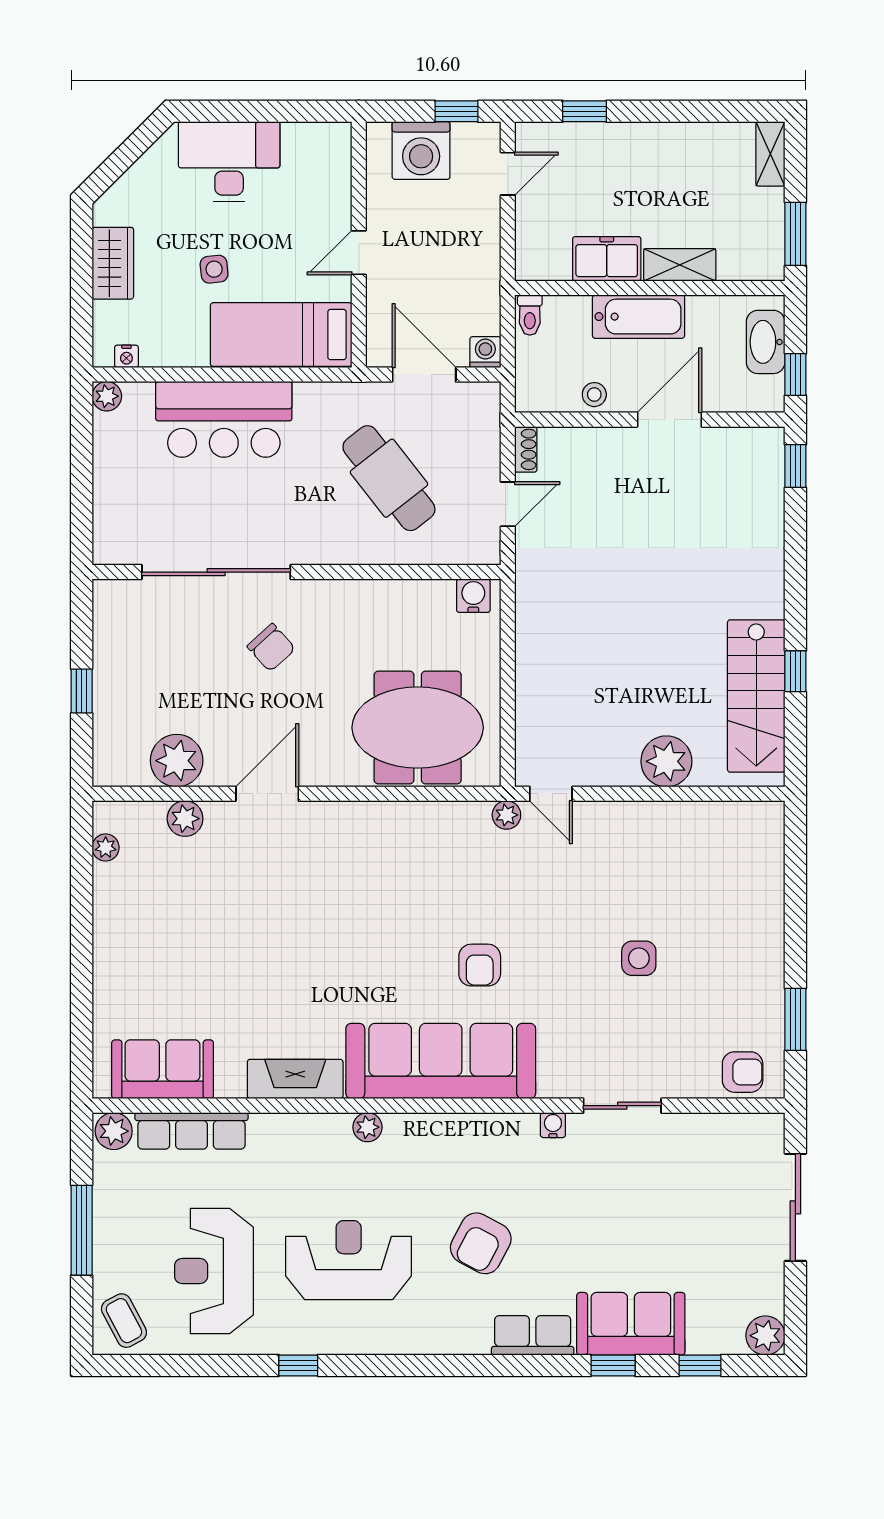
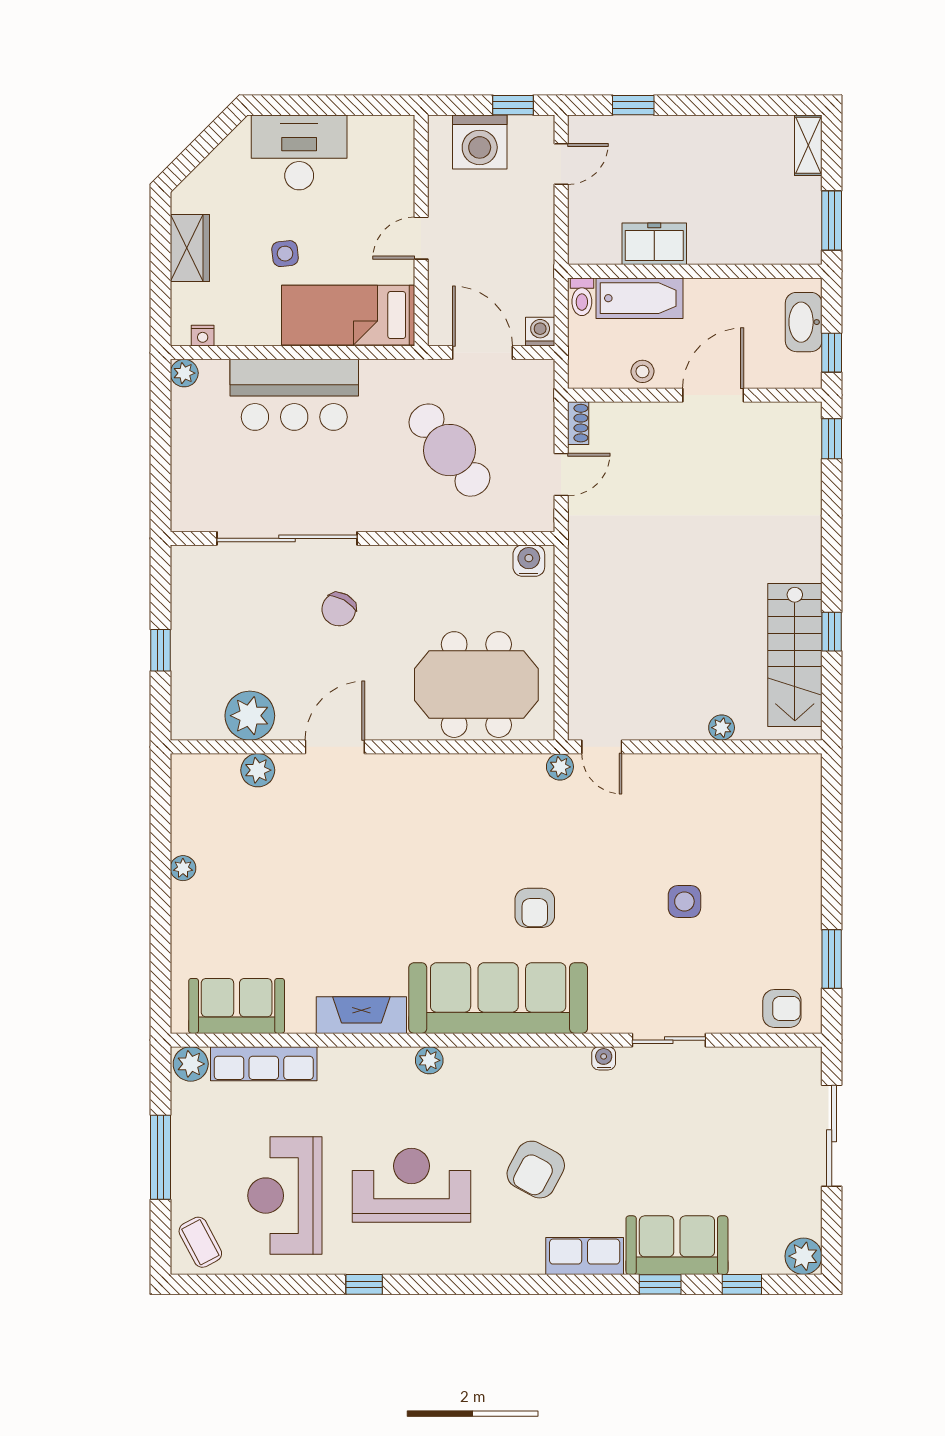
shelving: (680, 265) -> (723, 249), removed
bathtub: (639, 317) -> (639, 298), moved
chair: (271, 647) -> (339, 609), turned 71
plant: (666, 761) -> (722, 728), width x0.53, depth x0.53
plant: (106, 848) -> (183, 868), moved

